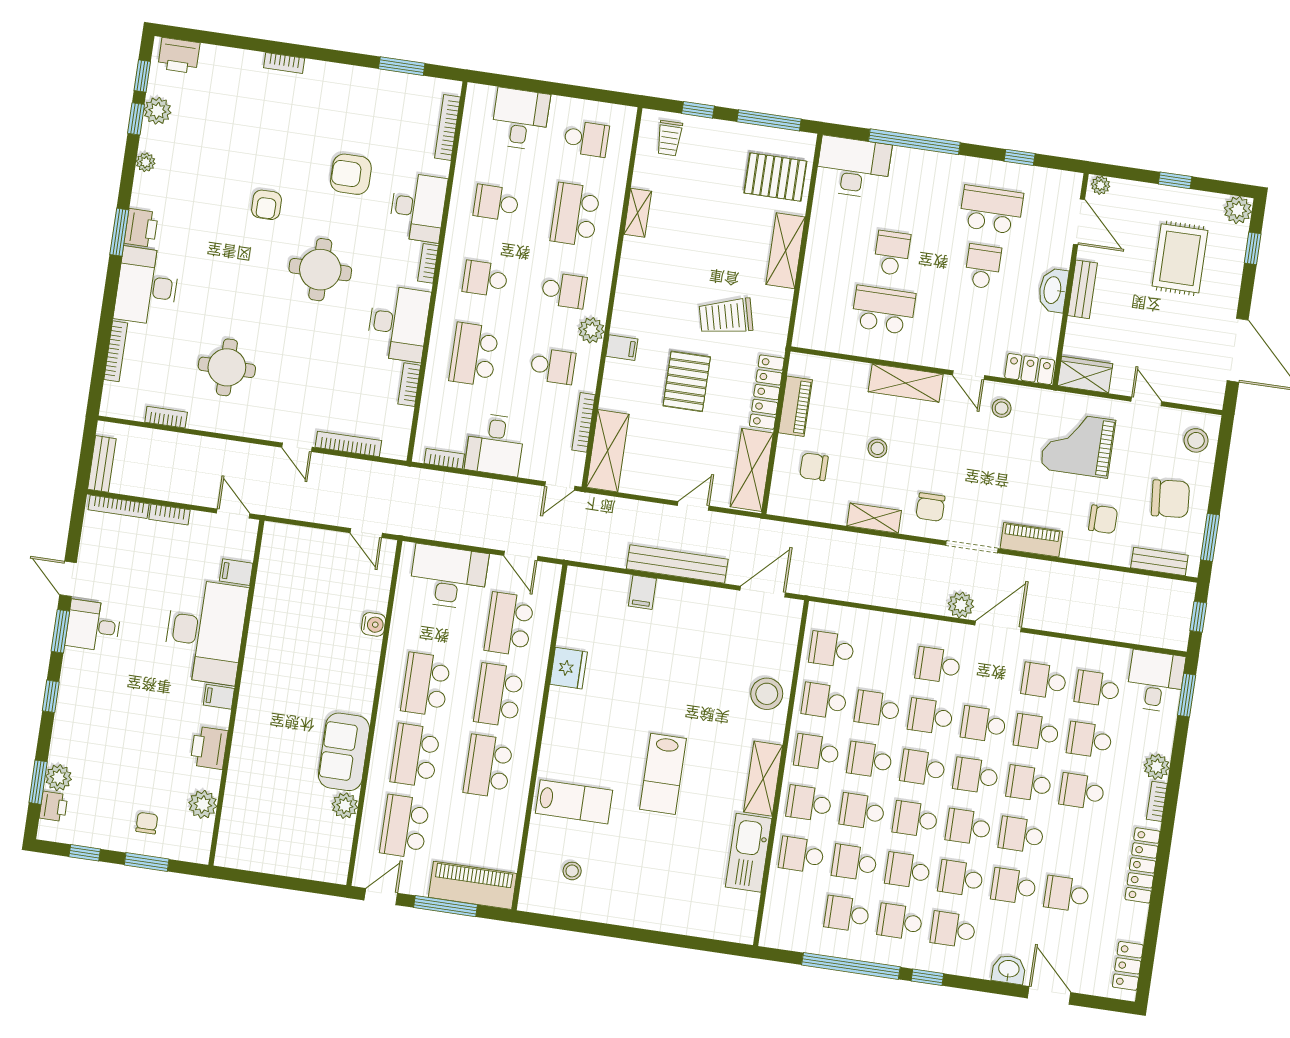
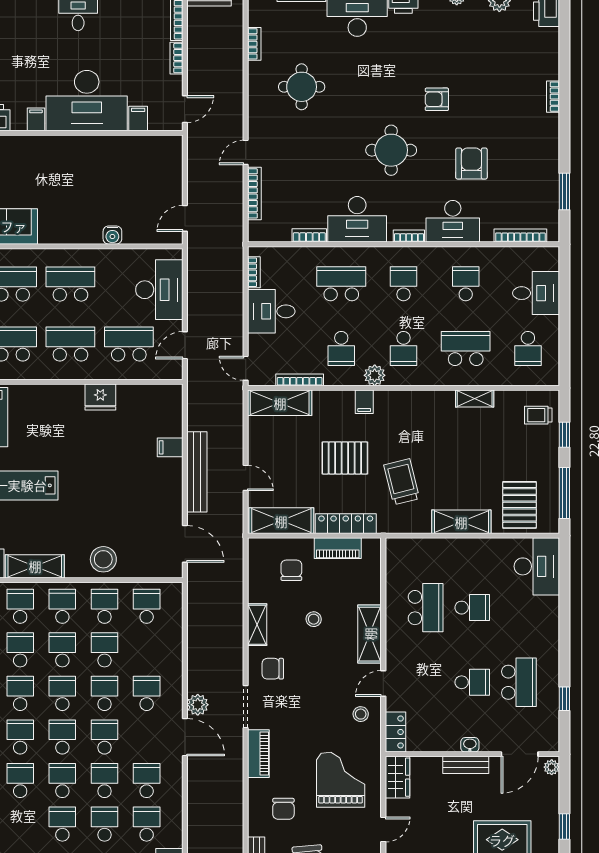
window: (914, 142) -> (564, 612), removed
washbasin: (1053, 290) -> (470, 745), width x0.52, depth x0.69

